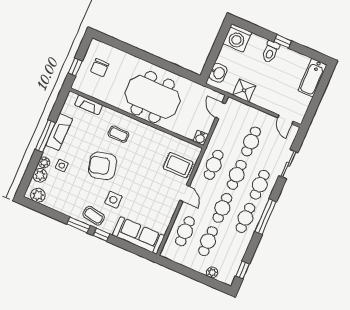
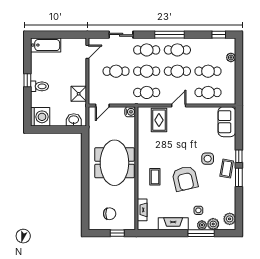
window: (45, 136) -> (201, 233), moved
sofa: (139, 235) -> (227, 122), width x0.73

